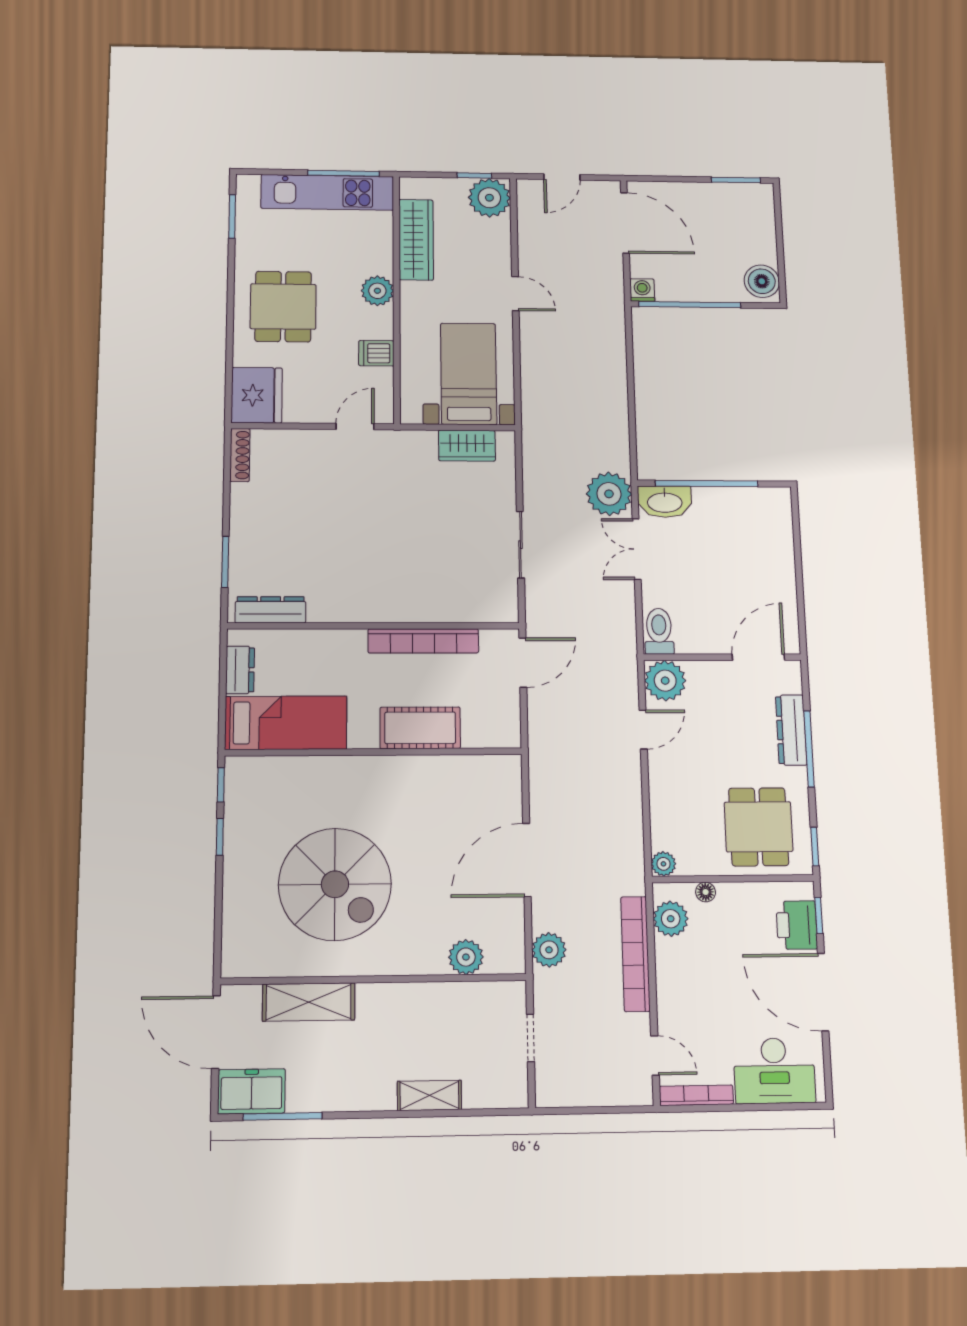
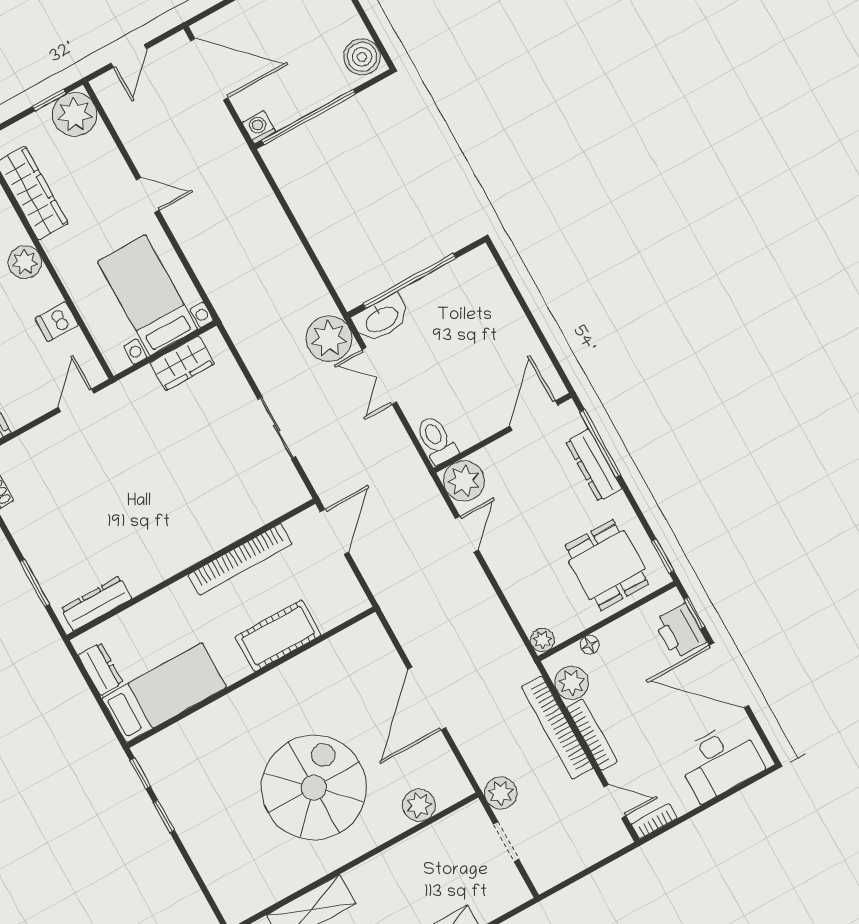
window: (809, 749) -> (600, 443), moved
spiral stairs: (335, 884) -> (314, 788), moved, turned -90
plant: (549, 950) -> (501, 793), moved
bookcase: (665, 978) -> (592, 735), added
bookcase: (696, 1095) -> (654, 821), width x0.64

